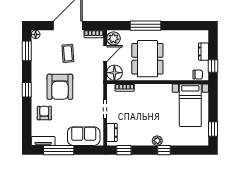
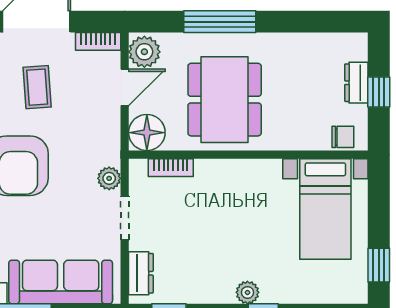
window: (213, 66) -> (379, 92), moved
plant: (98, 92) -> (109, 178), added
sofa: (84, 136) -> (61, 282), width x1.36

